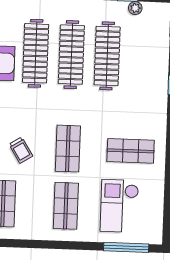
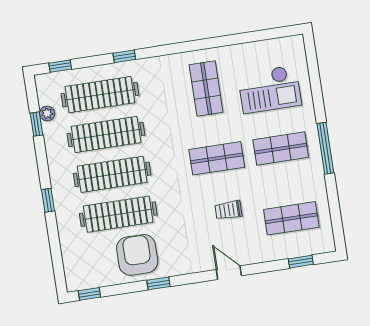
clothes rail: (143, 57) -> (100, 95), added
trolley: (21, 150) -> (228, 210), turned -148
window: (126, 247) -> (325, 148), moved

